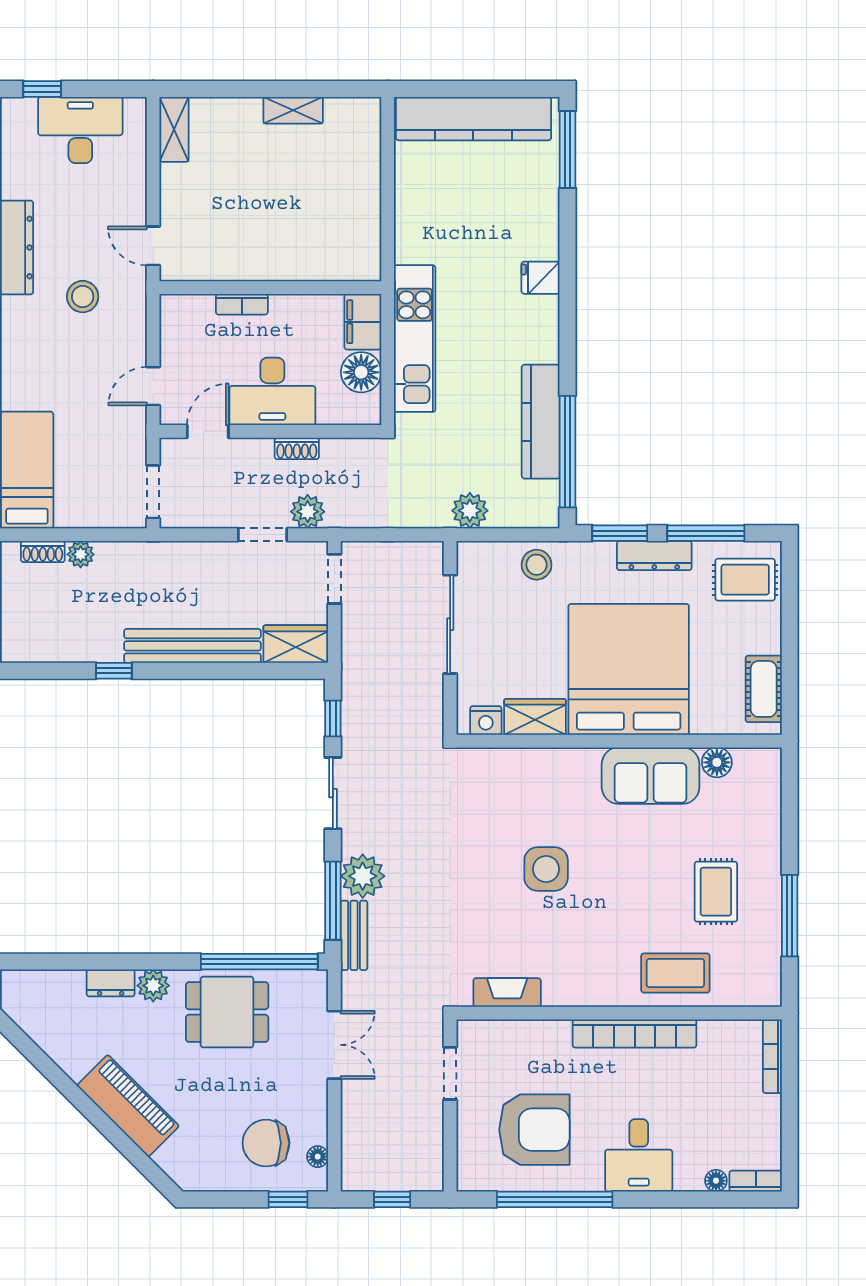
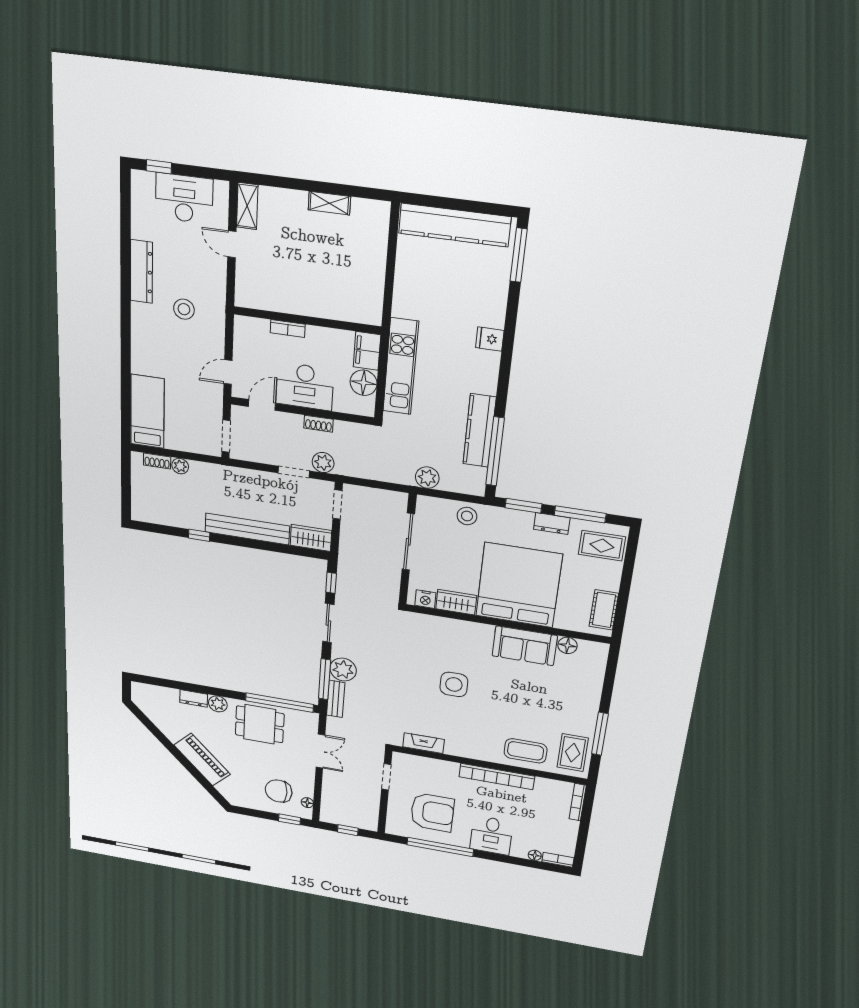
door: (153, 246) -> (232, 244), moved
dresser: (654, 556) -> (552, 524), width x0.70
rug: (716, 892) -> (573, 753), moved

